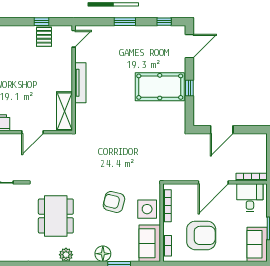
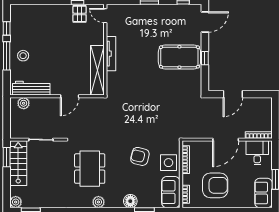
door: (74, 39) -> (105, 16), swing flipped
shelving: (65, 111) -> (97, 70), width x1.47

